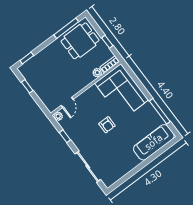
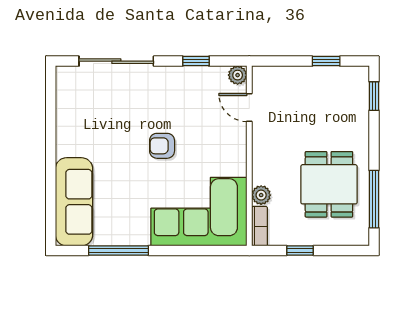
dining table: (80, 41) -> (329, 184), moved

